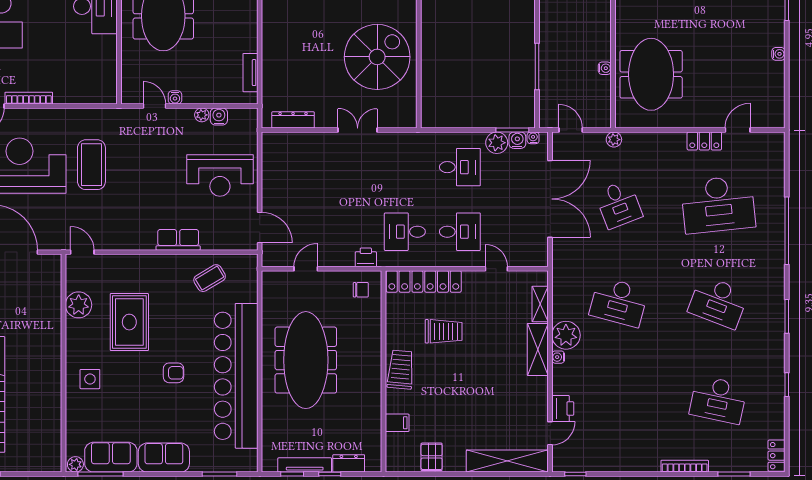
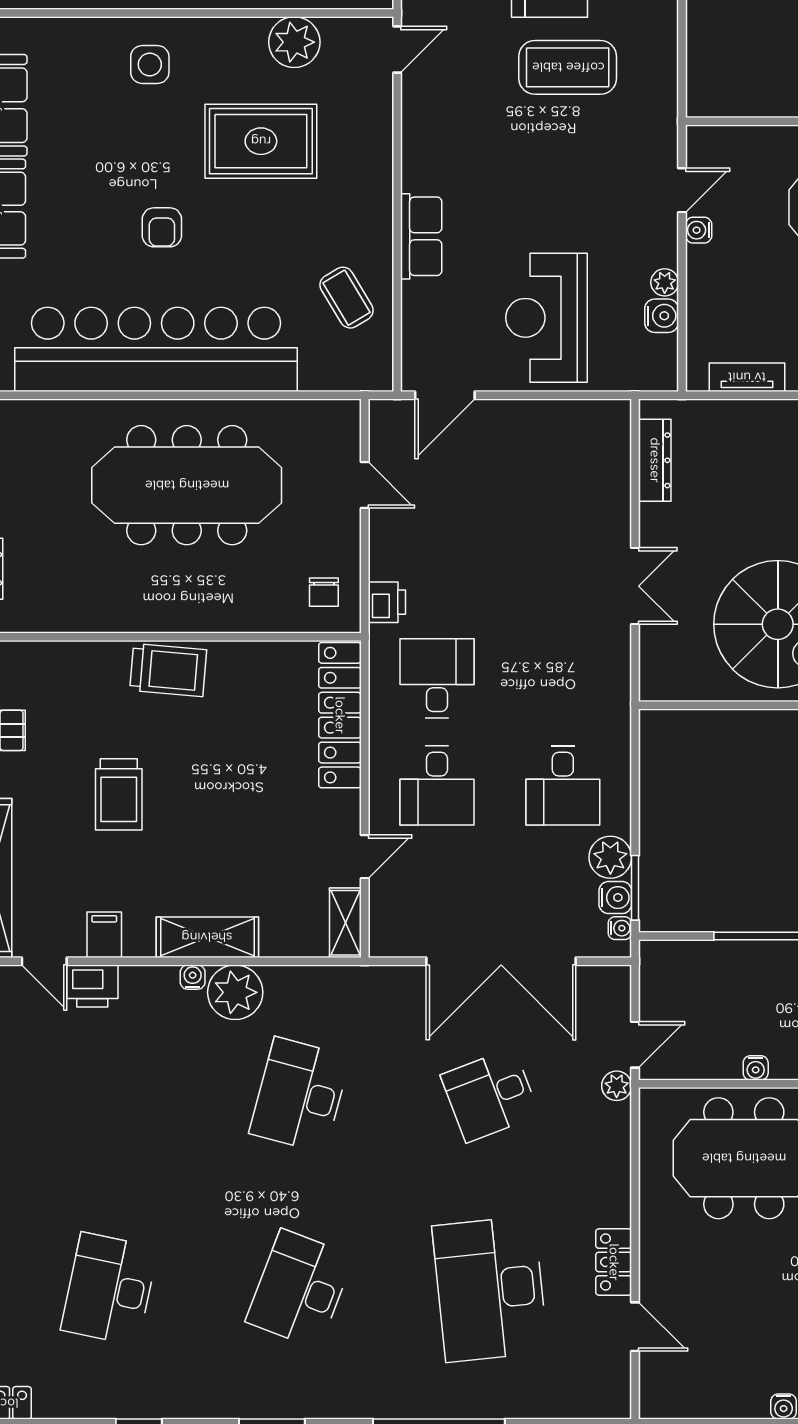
door: (571, 130) -> (635, 1045), moved
shelving: (540, 304) -> (345, 923), moved, turned 90
trolley: (444, 331) -> (119, 794), moved
filing cabinet: (397, 423) -> (104, 935), moved, turned 180

